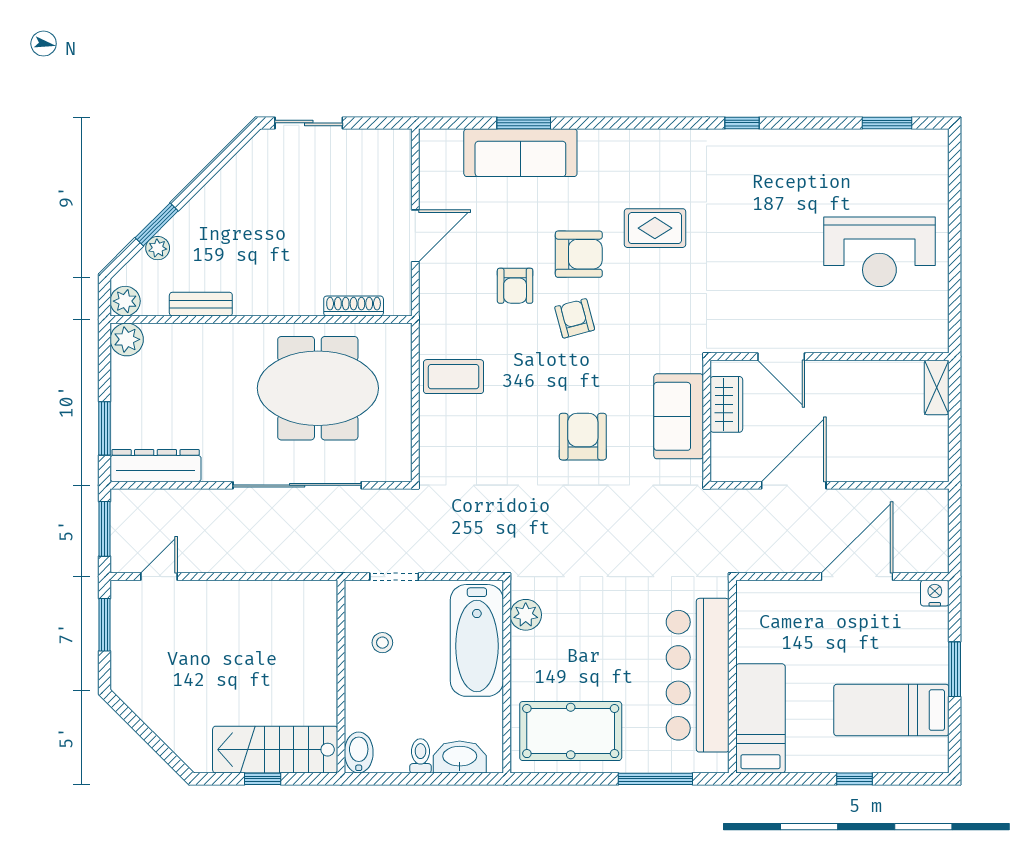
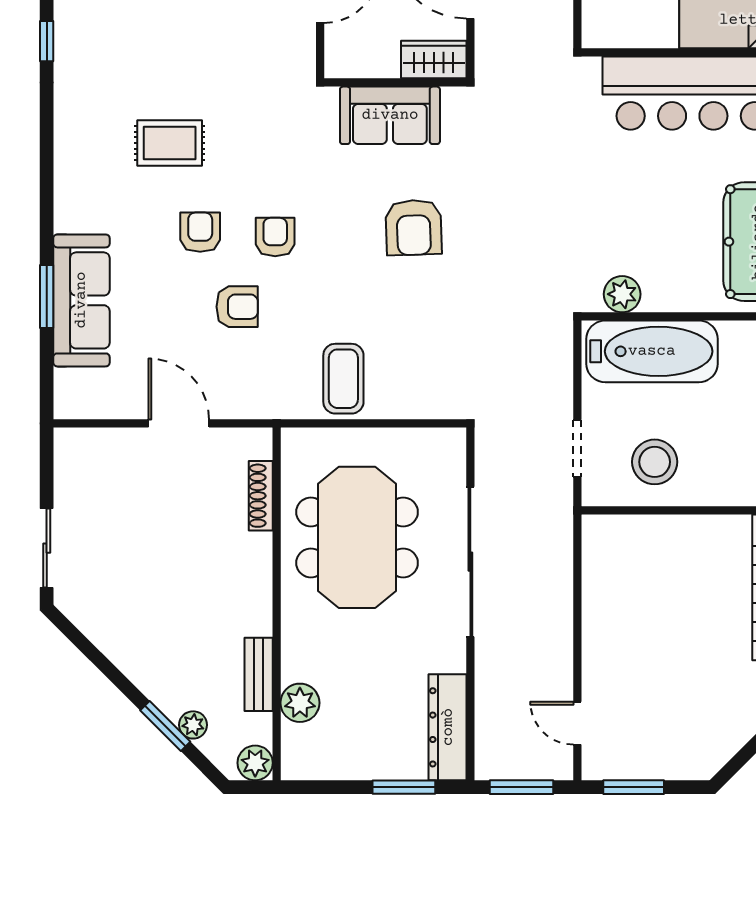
rug: (655, 228) -> (170, 143), turned 90
armchair: (579, 254) -> (200, 232), width x0.72, depth x0.72
armchair: (575, 318) -> (275, 237), turned 105
plant: (127, 339) -> (300, 703), moved
wardrobe: (726, 404) -> (434, 60), moved
armchair: (583, 437) -> (414, 227), turned -92
stool: (382, 643) -> (655, 462), width x1.89, depth x1.89

